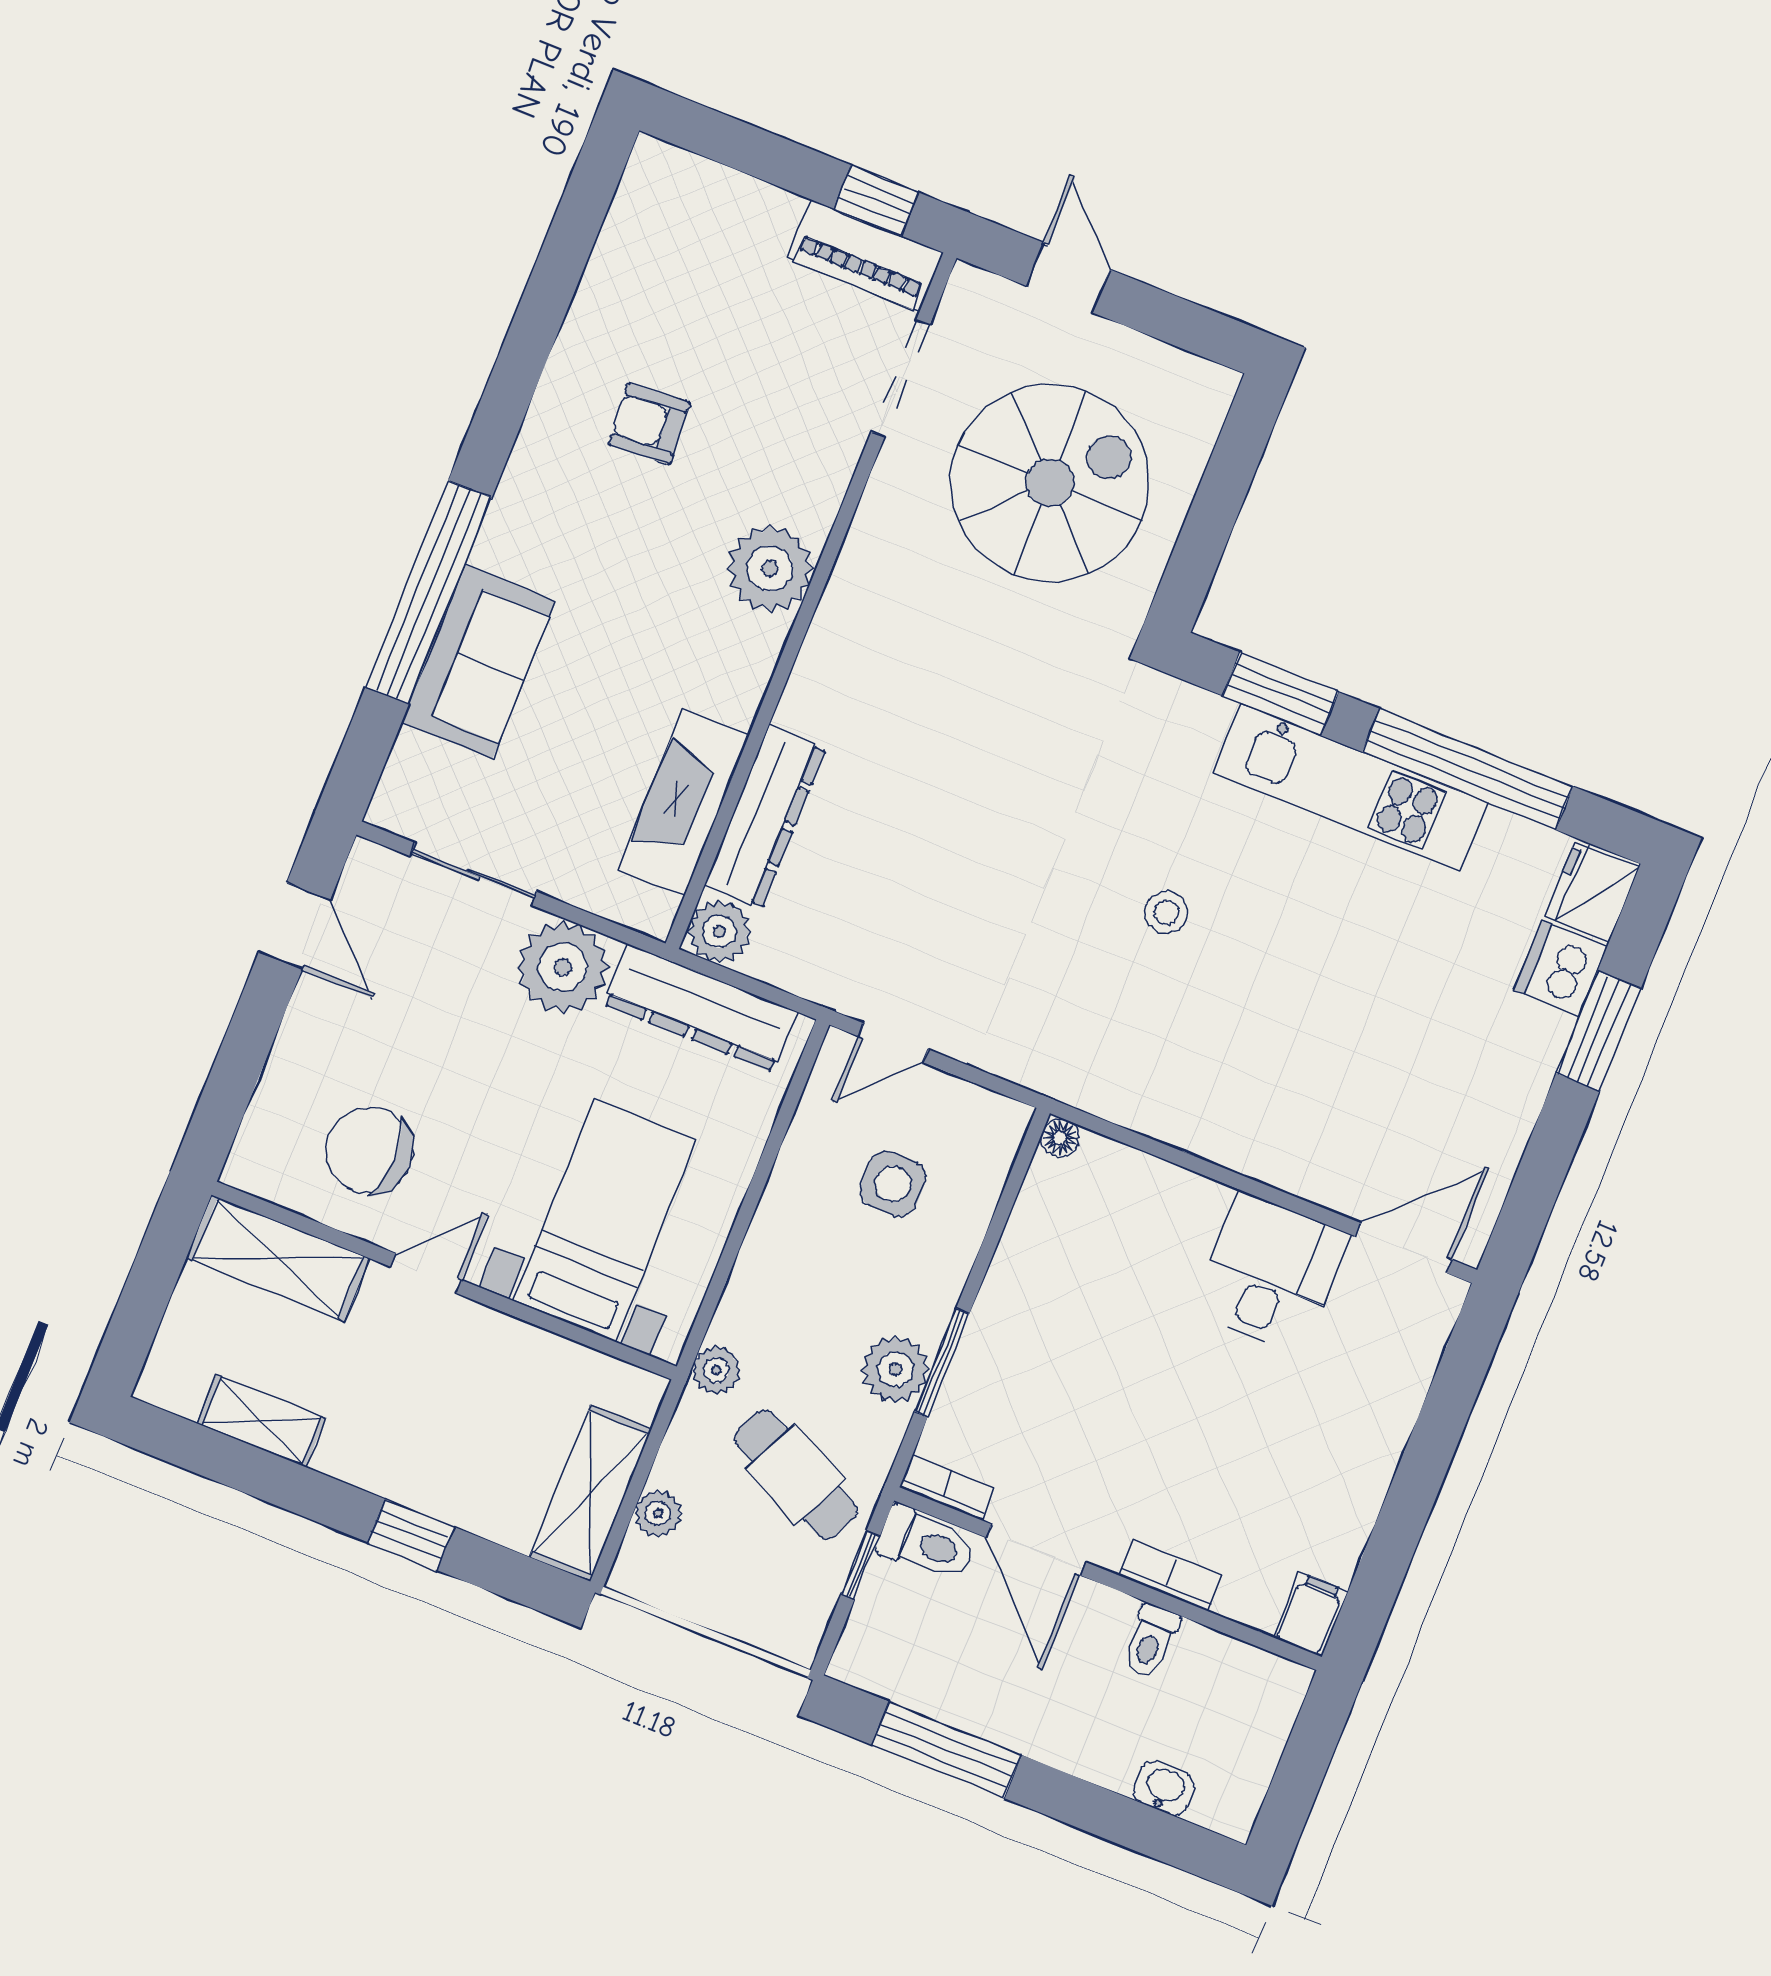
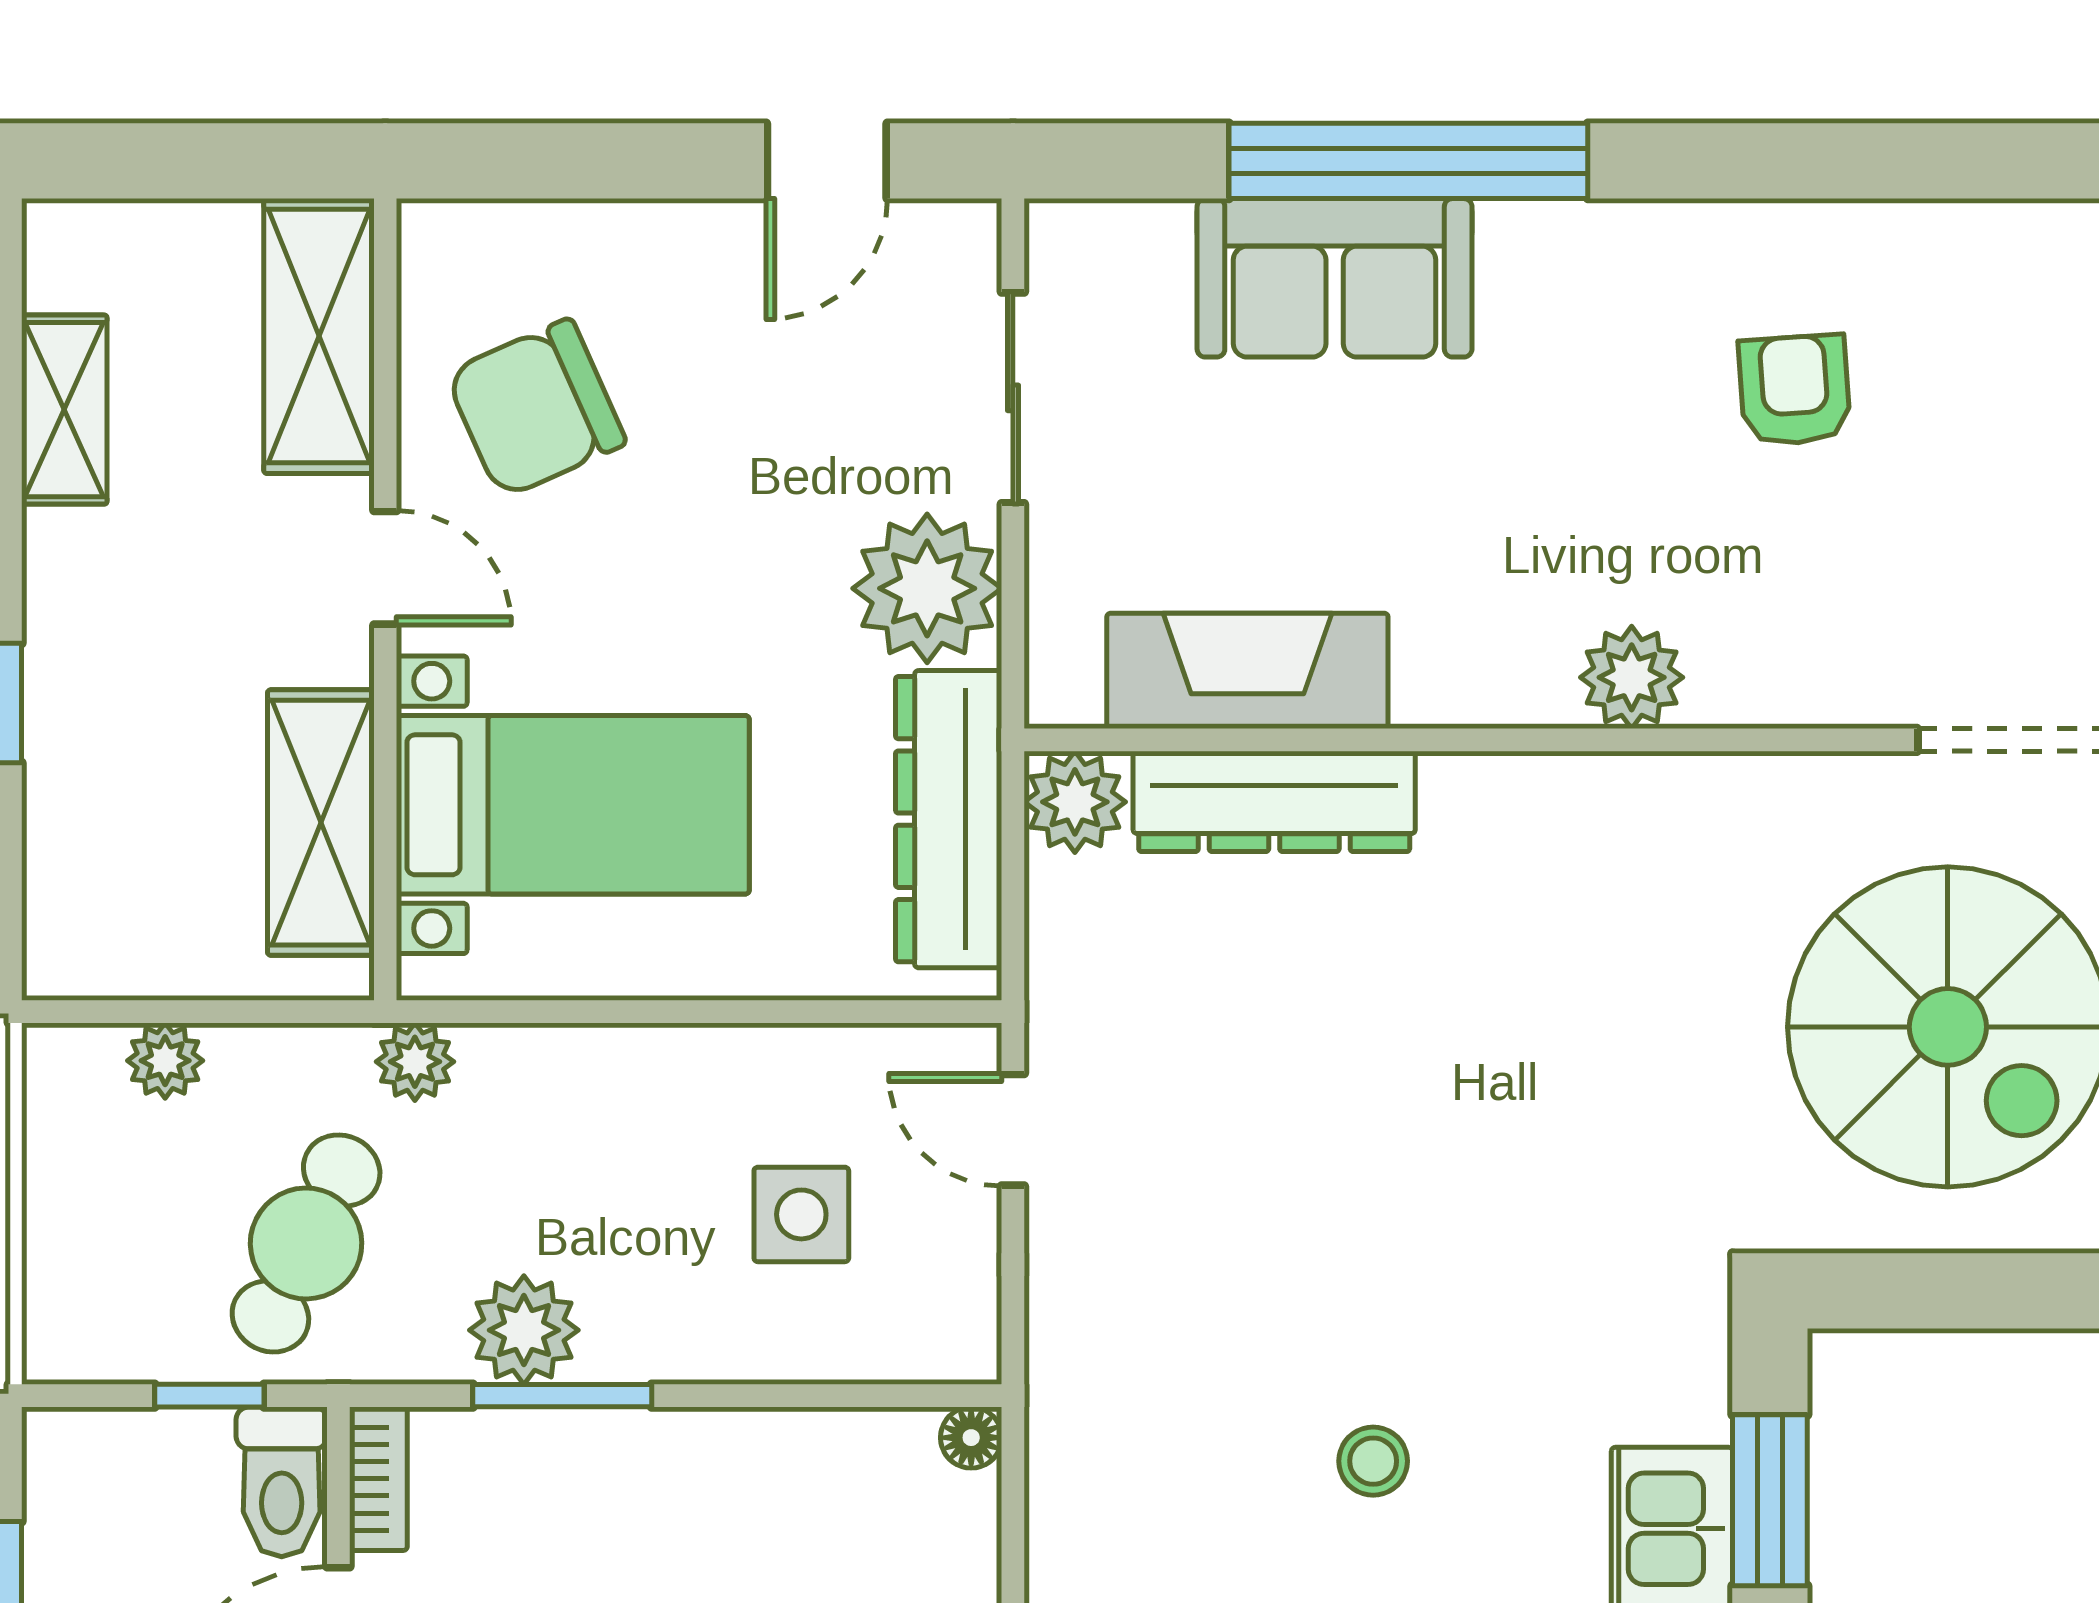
plant: (770, 568) -> (1632, 677), width x0.73, depth x0.73
chair: (369, 1150) -> (536, 408), turned -114
shelving: (590, 1493) -> (321, 823), moved, turned 90

